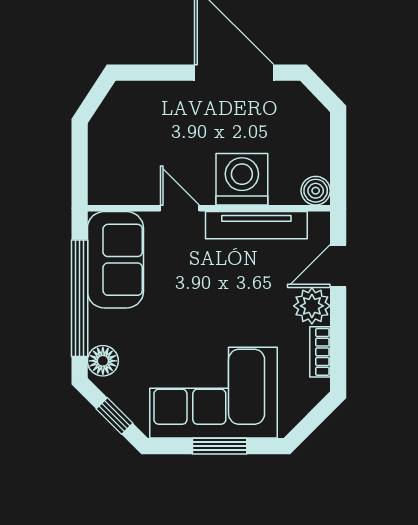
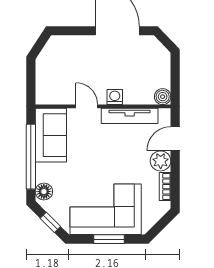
washing machine: (242, 179) -> (115, 97), width x0.53, depth x0.53

